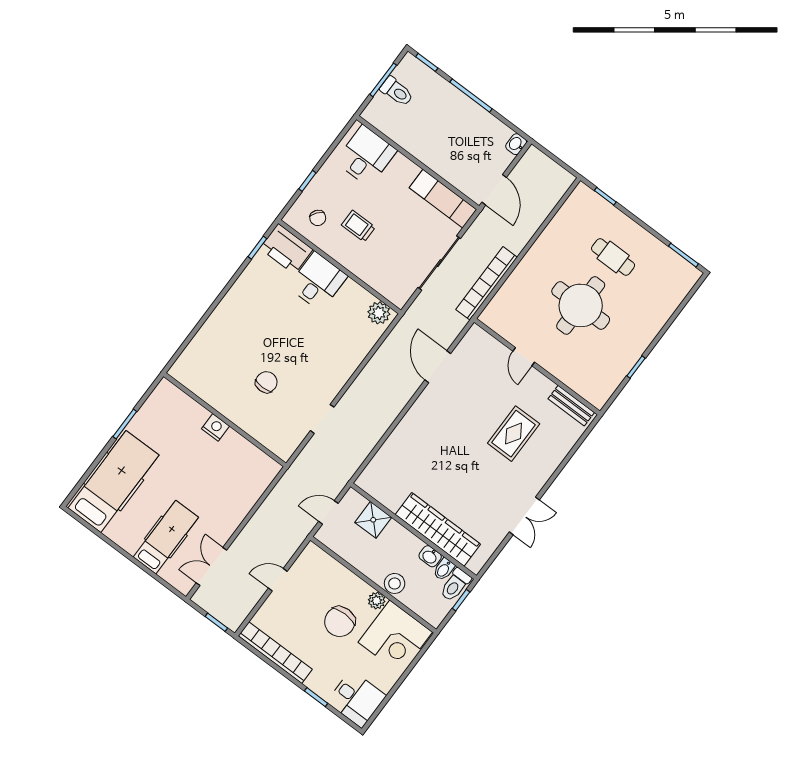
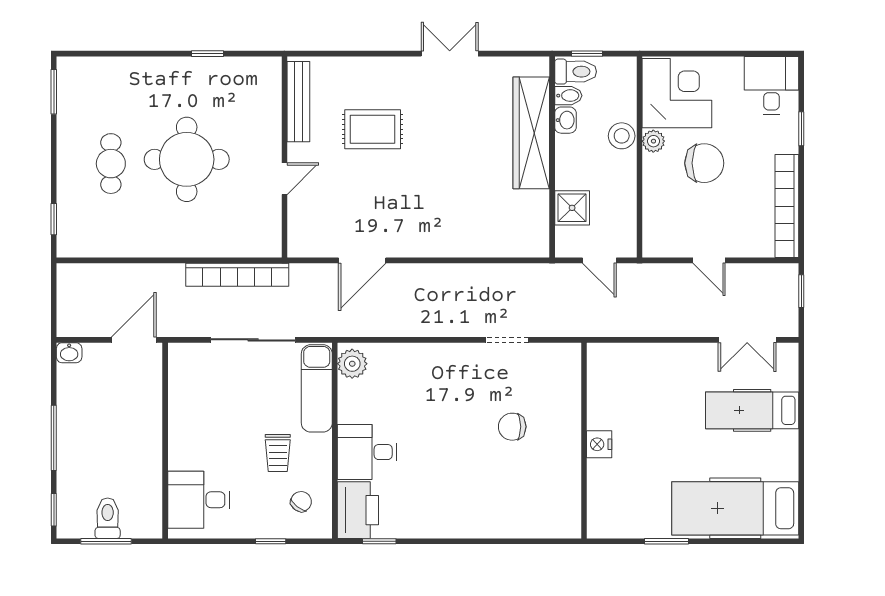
exam couch: (443, 199) -> (317, 388), moved, turned 180
bench: (571, 406) -> (298, 102), width x1.36

